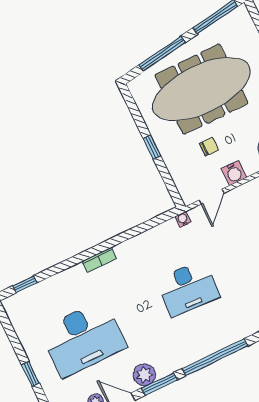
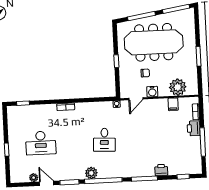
desk: (188, 288) -> (104, 140), width x0.73
desk: (83, 339) -> (41, 143), width x0.73, depth x0.77
plant: (144, 375) -> (91, 173), moved

